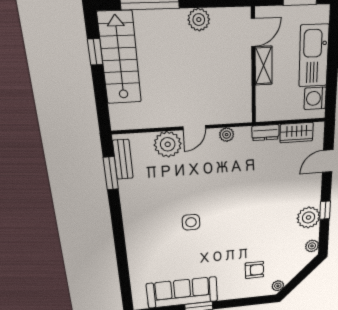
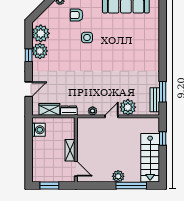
plant: (199, 20) -> (118, 176), moved
door: (253, 32) -> (76, 169), swing flipped
window: (95, 52) -> (163, 139), moved
kitchen sink: (314, 56) -> (40, 155), removed
side table: (191, 222) -> (87, 38), moved
plant: (312, 246) -> (41, 33), width x1.88, depth x1.88

